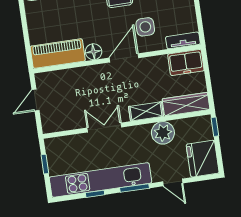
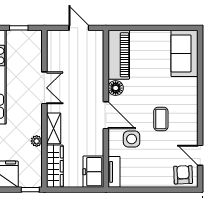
plant: (163, 133) -> (37, 141), width x0.53, depth x0.53

